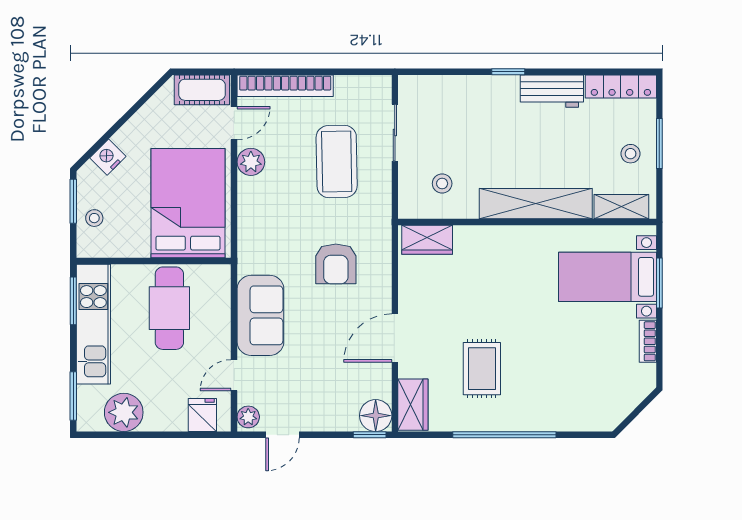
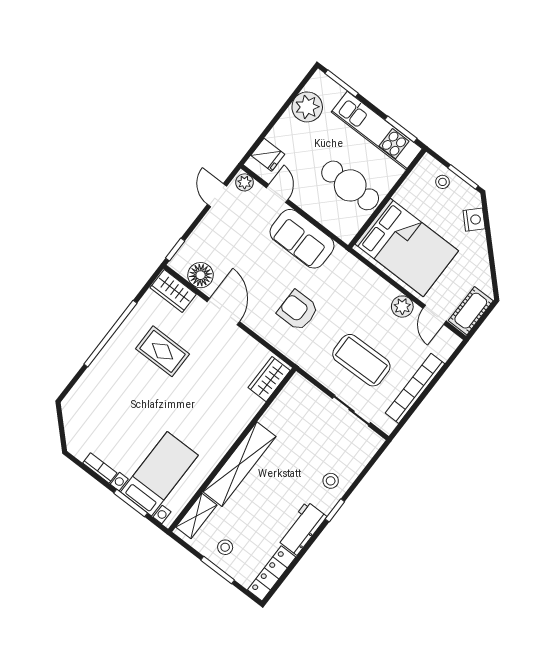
bookcase: (285, 86) -> (415, 388), moved
stool: (442, 184) -> (331, 481), moved
floor lamp: (376, 416) -> (201, 275), moved

